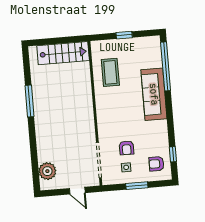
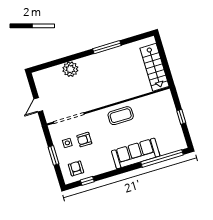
coffee table: (110, 72) -> (121, 116), moved
plant: (47, 171) -> (70, 69), moved

